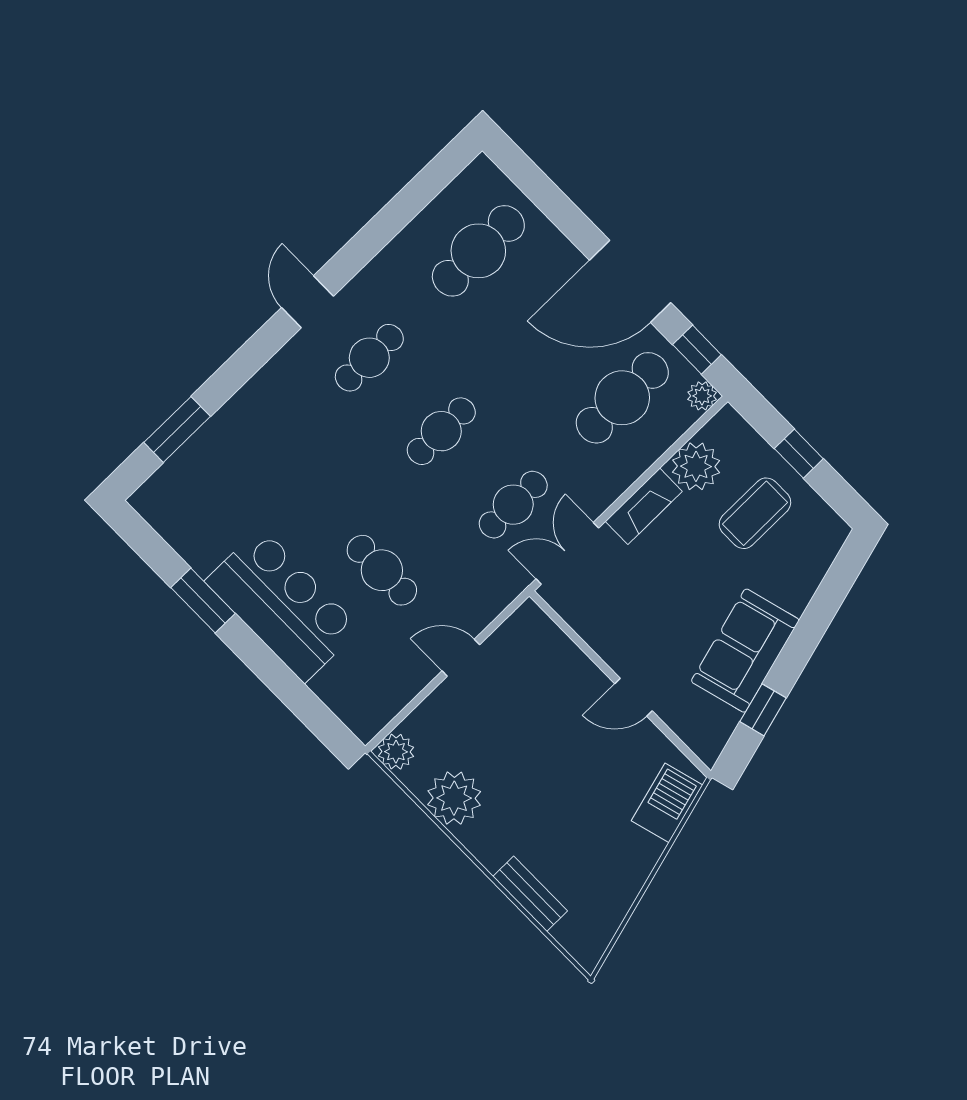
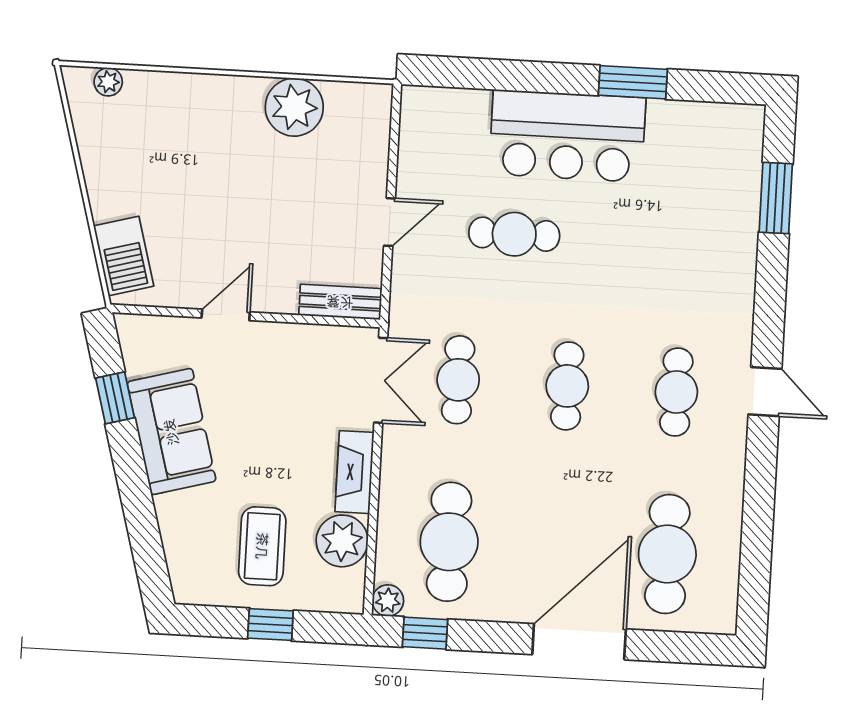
door: (630, 281) -> (579, 642), moved
plant: (396, 752) -> (108, 82), moved, width x0.73, depth x0.73
bench: (530, 894) -> (340, 302), moved

